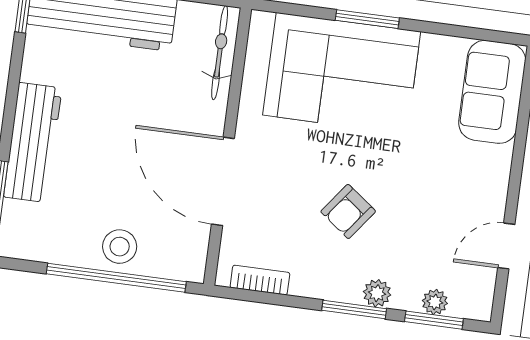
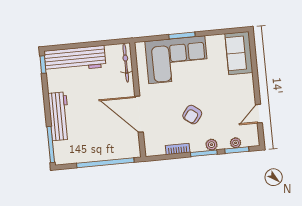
stool: (120, 247) -> (104, 150), removed
bookcase: (260, 280) -> (178, 149), moved

